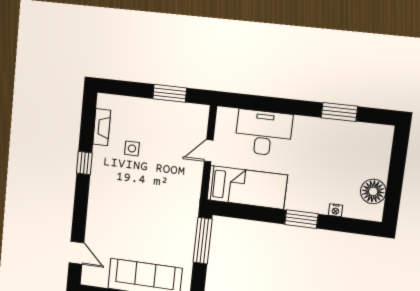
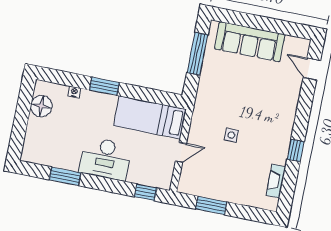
window: (245, 102) -> (146, 192), added
desk: (264, 133) -> (105, 159), moved
side table: (132, 148) -> (231, 135), moved
window: (203, 241) -> (197, 54), moved

